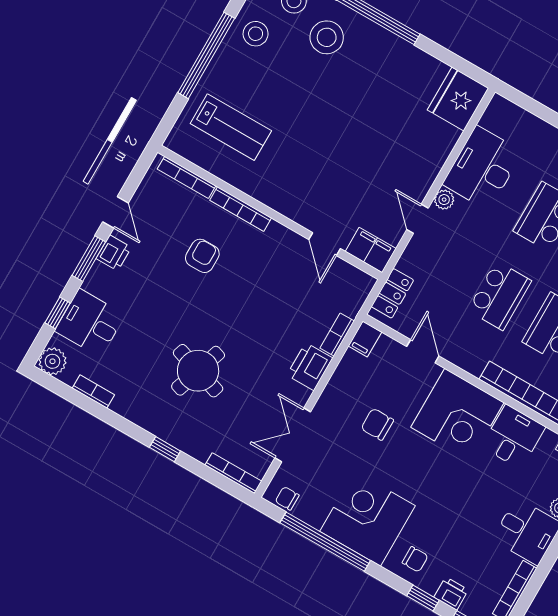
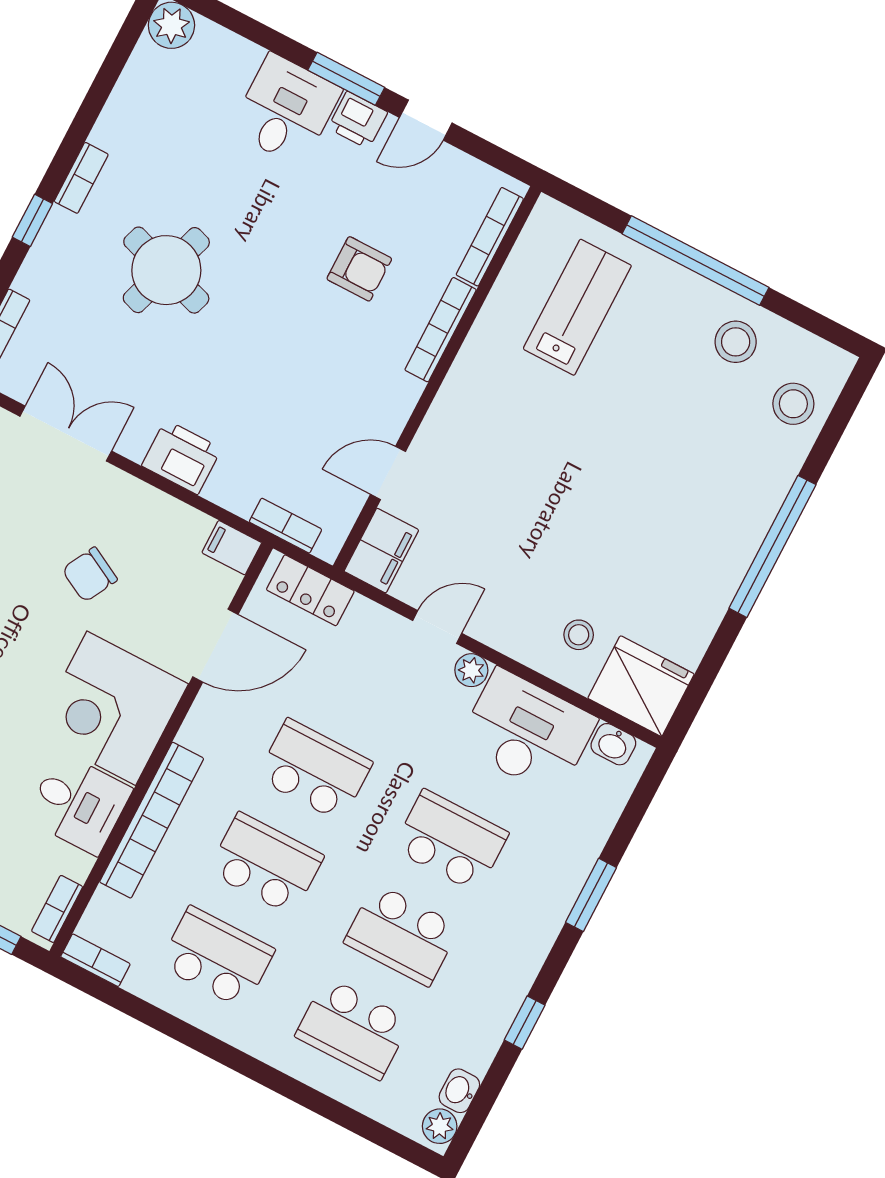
stool: (327, 37) -> (579, 635), moved, width x0.53, depth x0.53
washbasin: (492, 117) -> (613, 744), added
lab bench: (231, 127) -> (577, 307), turned 180
school desk: (499, 295) -> (315, 770), turned 180
window: (58, 313) -> (253, 30), removed
desk: (90, 323) -> (286, 110), moved
bookcase: (337, 334) -> (286, 526), moved
door: (423, 351) -> (215, 646), width x1.38
bookcase: (93, 392) -> (81, 178), moved
chair: (377, 424) -> (90, 575), turned -152

